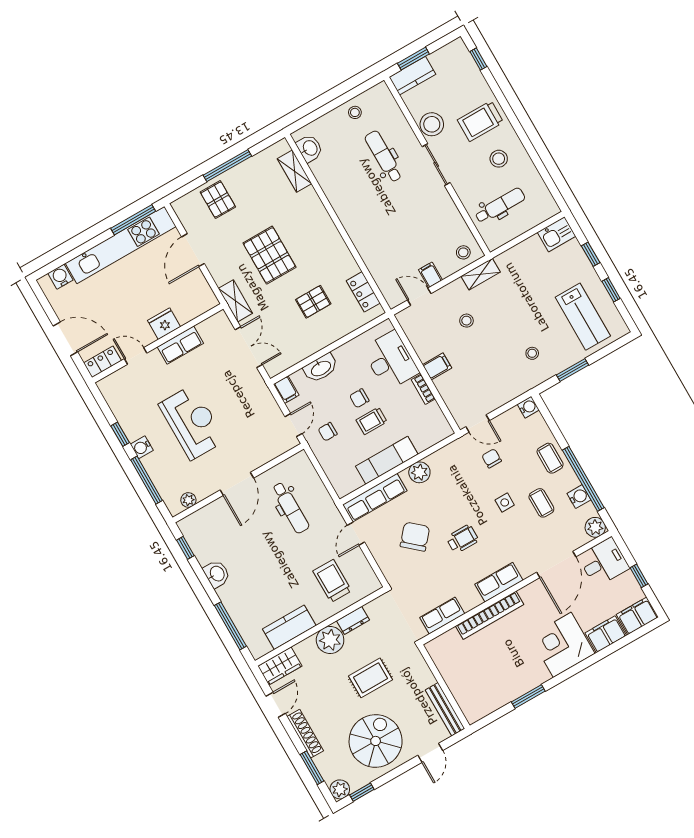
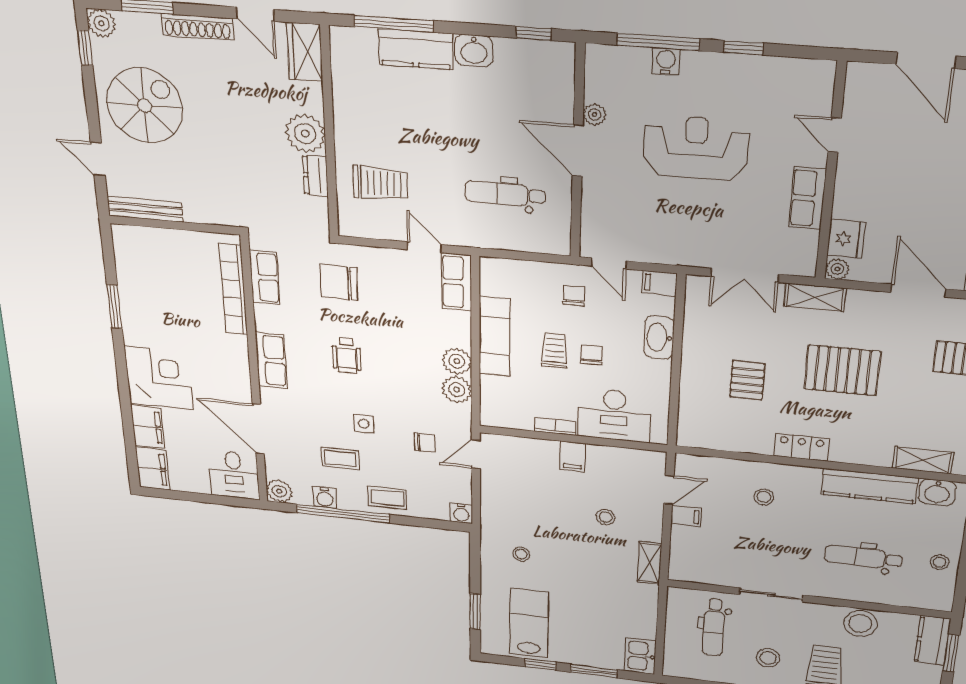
dental chair: (384, 156) -> (863, 557), turned 180
sliding door: (436, 165) -> (771, 595), moved
kitchen counter: (333, 188) -> (869, 486), added
stool: (463, 252) -> (764, 497), moved
window: (591, 254) -> (594, 671), width x1.50
locker: (363, 292) -> (801, 447), moved
plant: (210, 301) -> (837, 269), added
lab bench: (583, 317) -> (529, 623), turned 90
fridge: (164, 324) -> (846, 239), moved
door: (65, 339) -> (926, 60), hinge flipped
door: (136, 356) -> (835, 135), swing flipped
locker: (102, 362) -> (858, 88), removed
window: (572, 370) -> (475, 612), moved
reception desk: (192, 422) -> (696, 148), turned 180
water cooler: (142, 447) -> (666, 61), moved
plant: (439, 461) -> (457, 390), added
row of seats: (375, 498) -> (456, 282), width x0.68
plant: (188, 500) -> (595, 115), moved
chair: (415, 537) -> (339, 282), moved, turned 139
window: (639, 576) -> (198, 497), removed
bookcase: (490, 615) -> (233, 289), moved
kitchen counter: (289, 627) -> (416, 49), moved, turned 90
rug: (371, 678) -> (230, 150), removed
spiral stairs: (376, 741) -> (145, 106), turned -90

